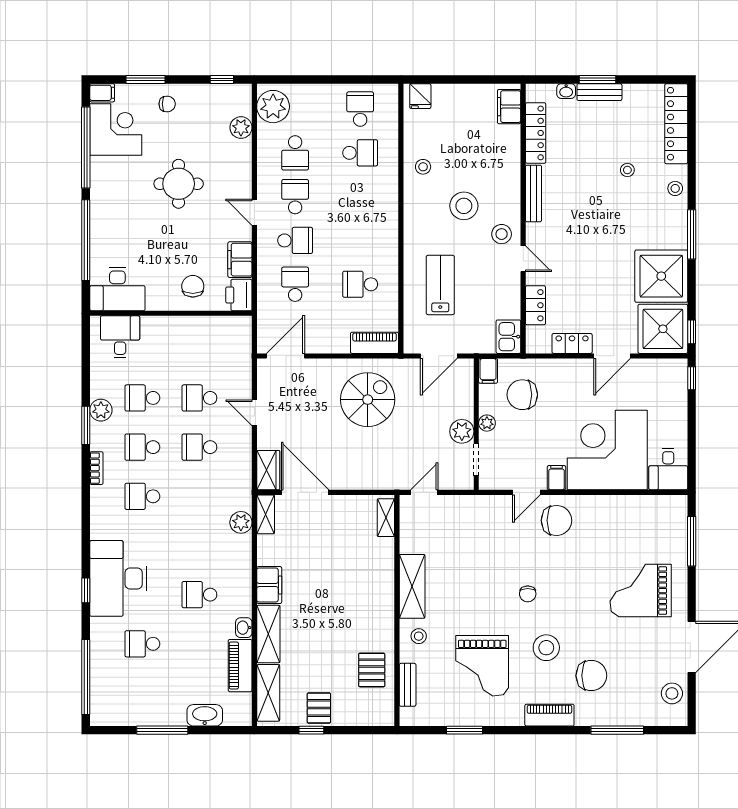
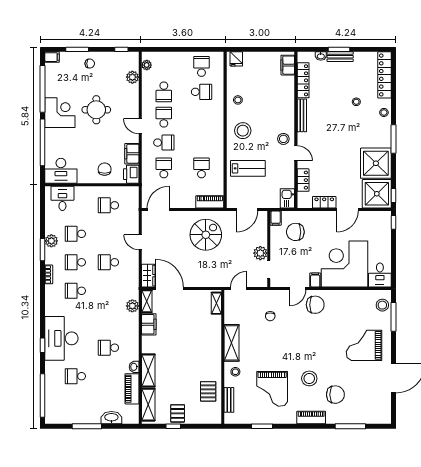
plant: (273, 107) -> (147, 65), width x0.53, depth x0.53
corner desk: (116, 130) -> (60, 113), moved
stool: (464, 206) -> (243, 131), moved
school desk: (360, 284) -> (201, 168), turned 90
lab bench: (440, 285) -> (248, 168), turned 90
school desk: (199, 398) -> (108, 205), moved
plant: (487, 423) -> (275, 248), removed
filing cabinet: (269, 585) -> (149, 324), moved
chair: (528, 594) -> (270, 316), moved
stool: (672, 693) -> (382, 305), moved

